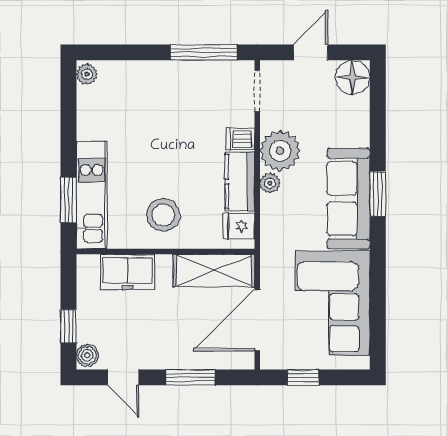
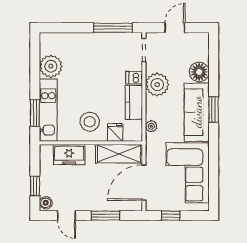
plant: (87, 74) -> (51, 66), moved, width x1.88, depth x1.88
floor lamp: (353, 77) -> (199, 72), moved
plant: (270, 183) -> (151, 126), moved
fridge: (239, 226) -> (115, 132), moved, turned 90

